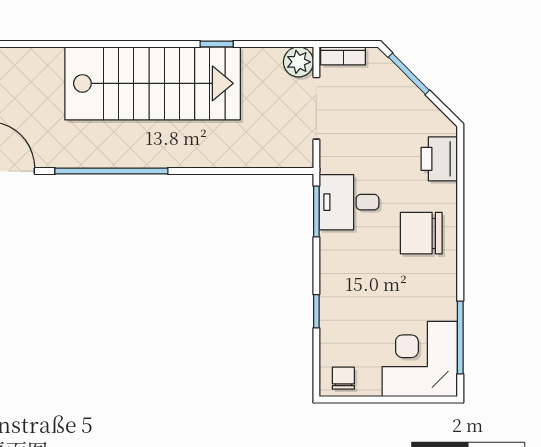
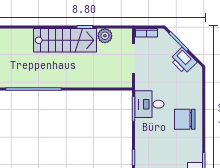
plant: (298, 62) -> (105, 36), moved
stairs: (153, 83) -> (65, 40), width x0.73, depth x0.66
printer: (439, 159) -> (183, 61), moved, turned -45

